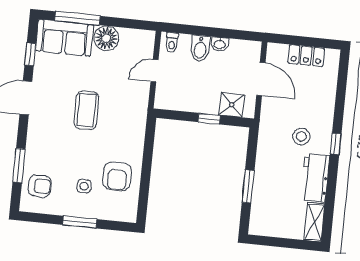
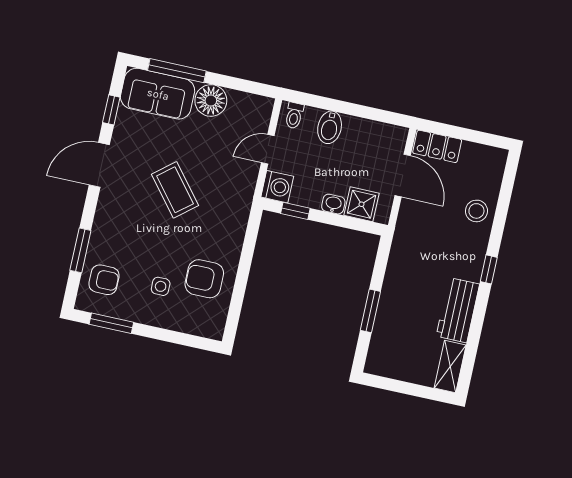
washbasin: (220, 44) -> (333, 204), moved, turned 180
locker: (306, 56) -> (437, 146), moved
washing machine: (165, 99) -> (277, 187), added
coffee table: (87, 110) -> (175, 190), turned -39
window: (209, 119) -> (295, 211), moved
stool: (301, 136) -> (476, 211), moved
armchair: (117, 176) -> (204, 279), turned 90
window: (80, 222) -> (111, 323), moved

